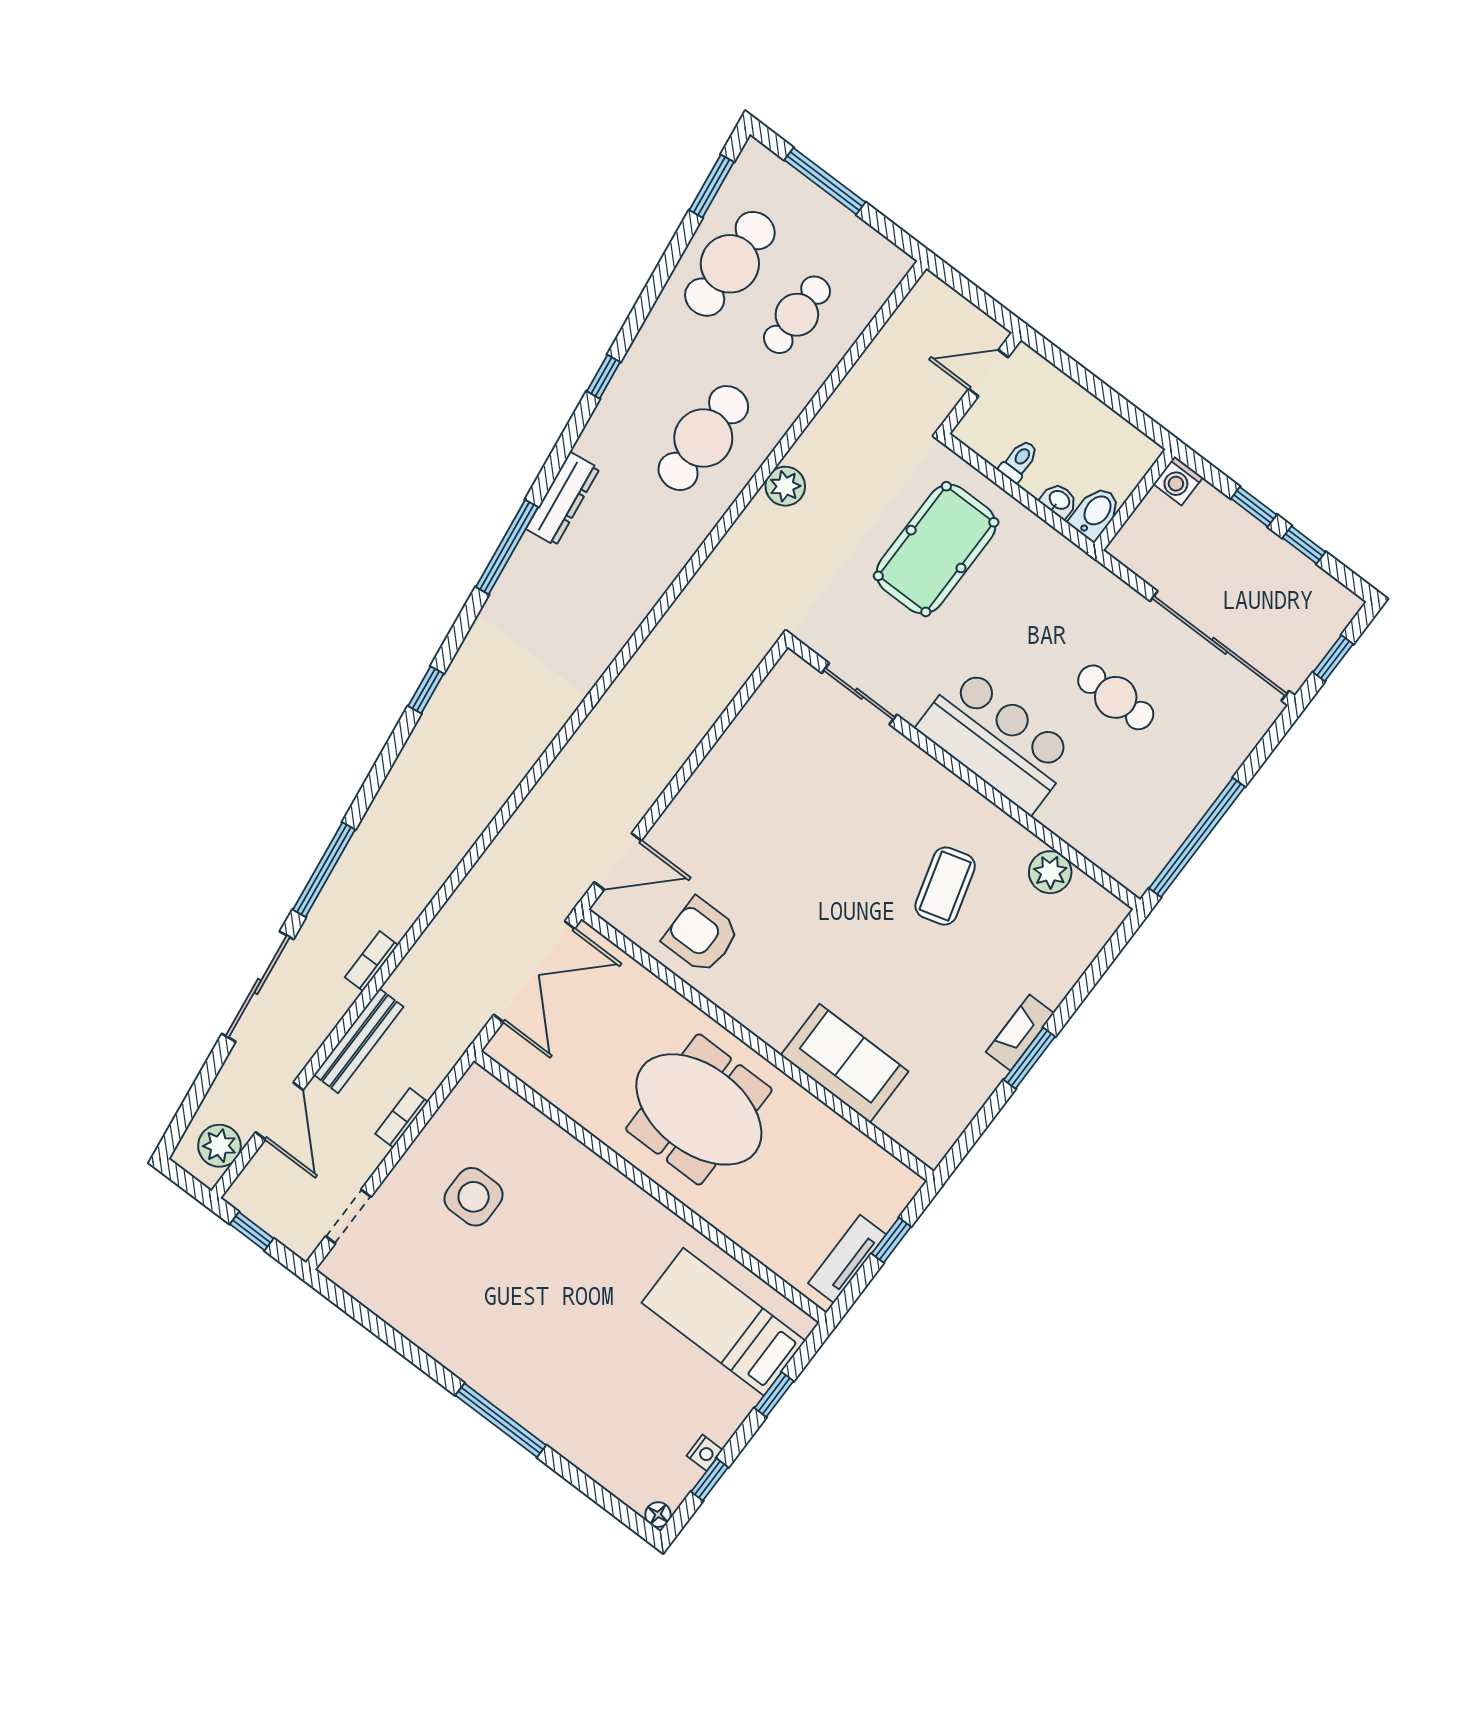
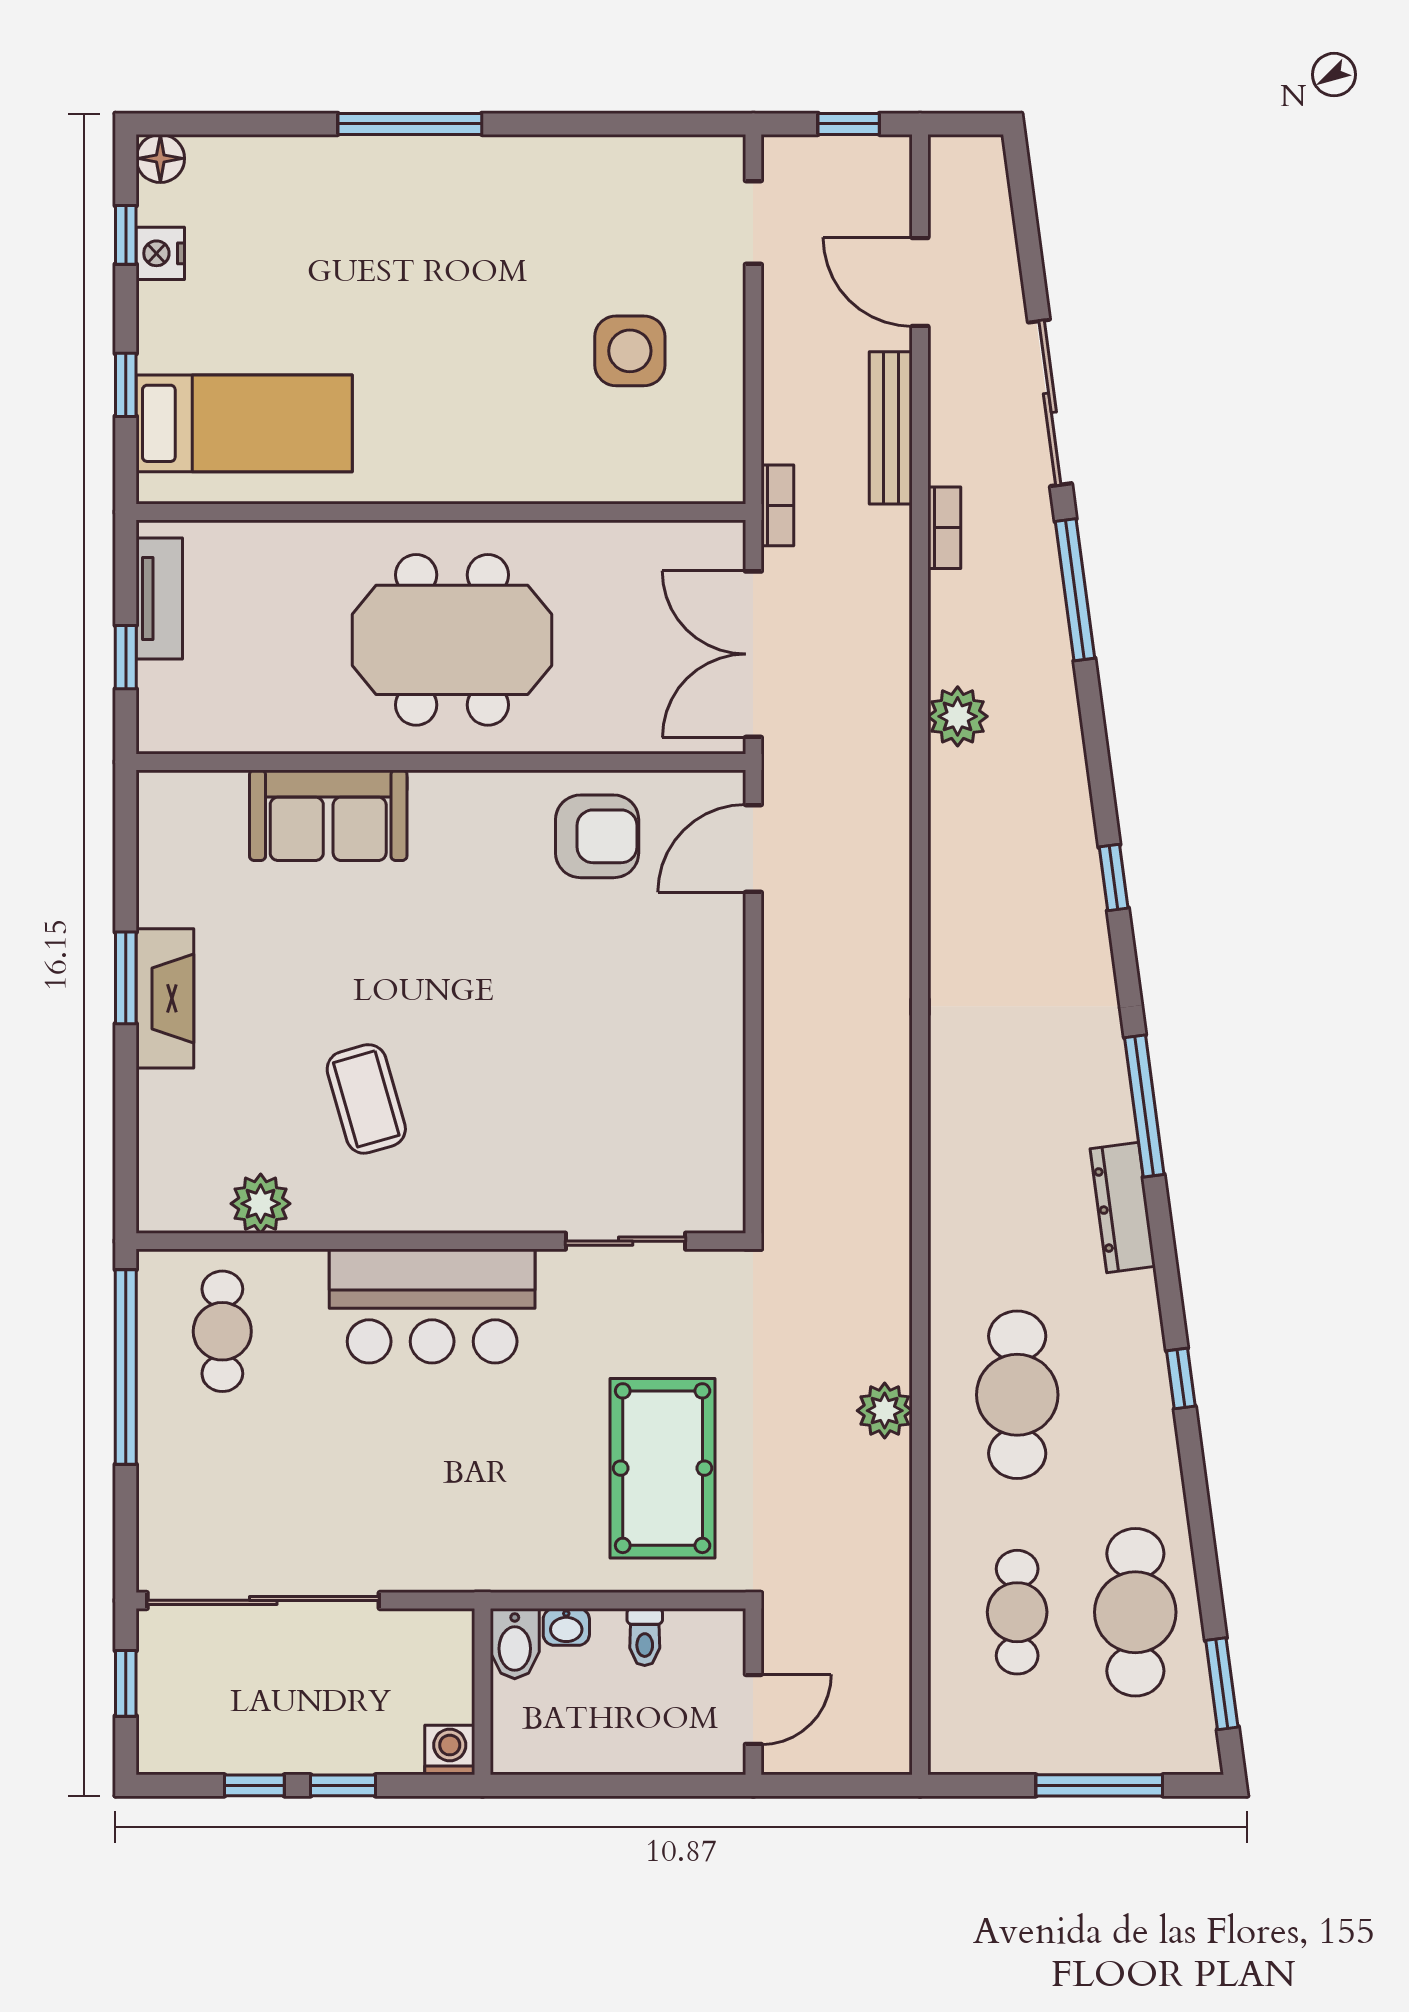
cafe table: (1116, 697) -> (222, 1331), moved, turned 90
fireplace: (1020, 1033) -> (165, 998), width x1.37, depth x1.32
bookcase: (402, 1118) -> (777, 505), moved
plant: (219, 1146) -> (958, 716), moved
nightstand: (705, 1453) -> (160, 253), width x1.39, depth x1.35
floor lamp: (658, 1515) -> (160, 158), width x1.37, depth x1.37

